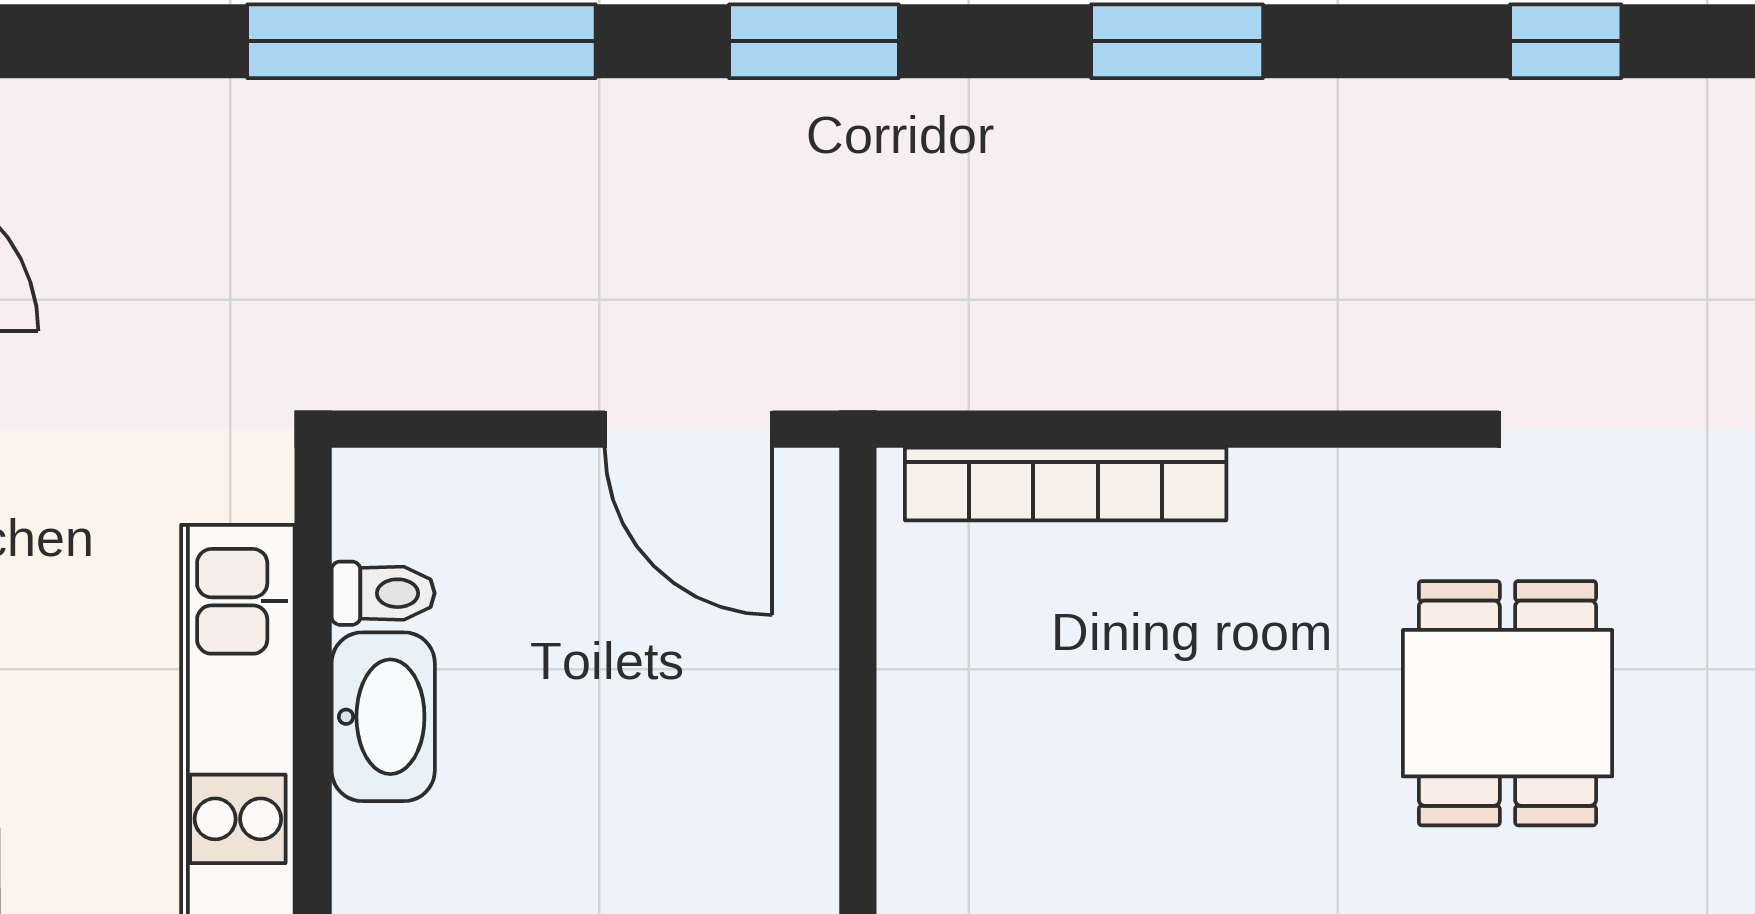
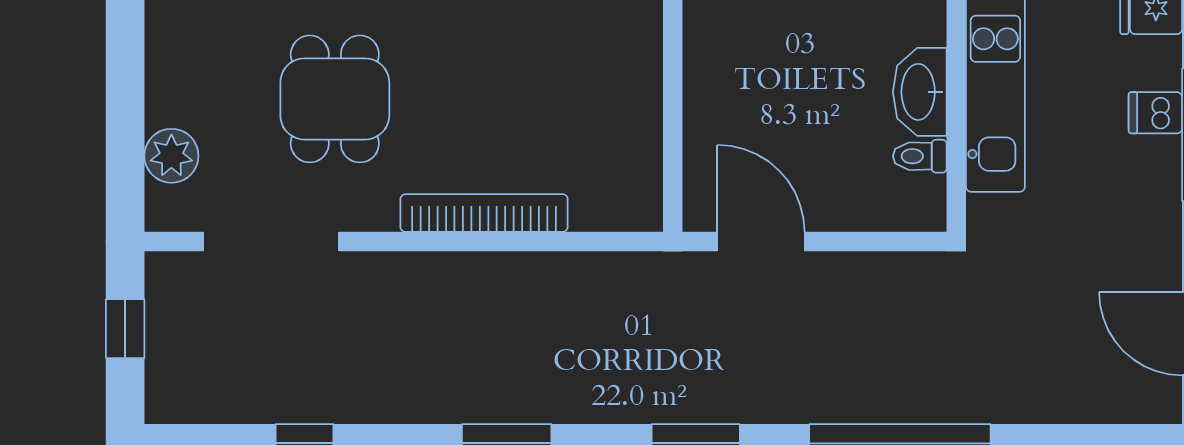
bookcase: (1066, 484) -> (484, 213), moved

